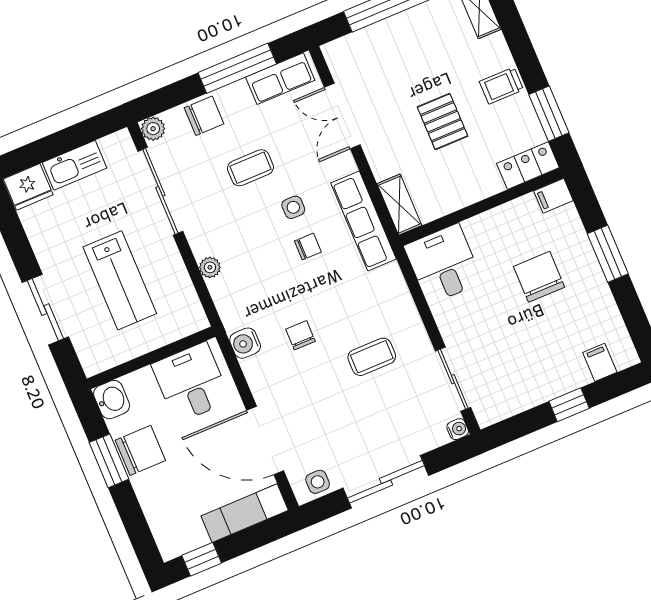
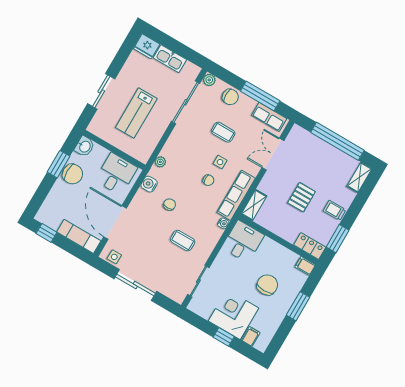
plant: (210, 267) -> (160, 162), moved
corner desk: (546, 363) -> (234, 314), added
water cooler: (458, 429) -> (223, 223), moved

